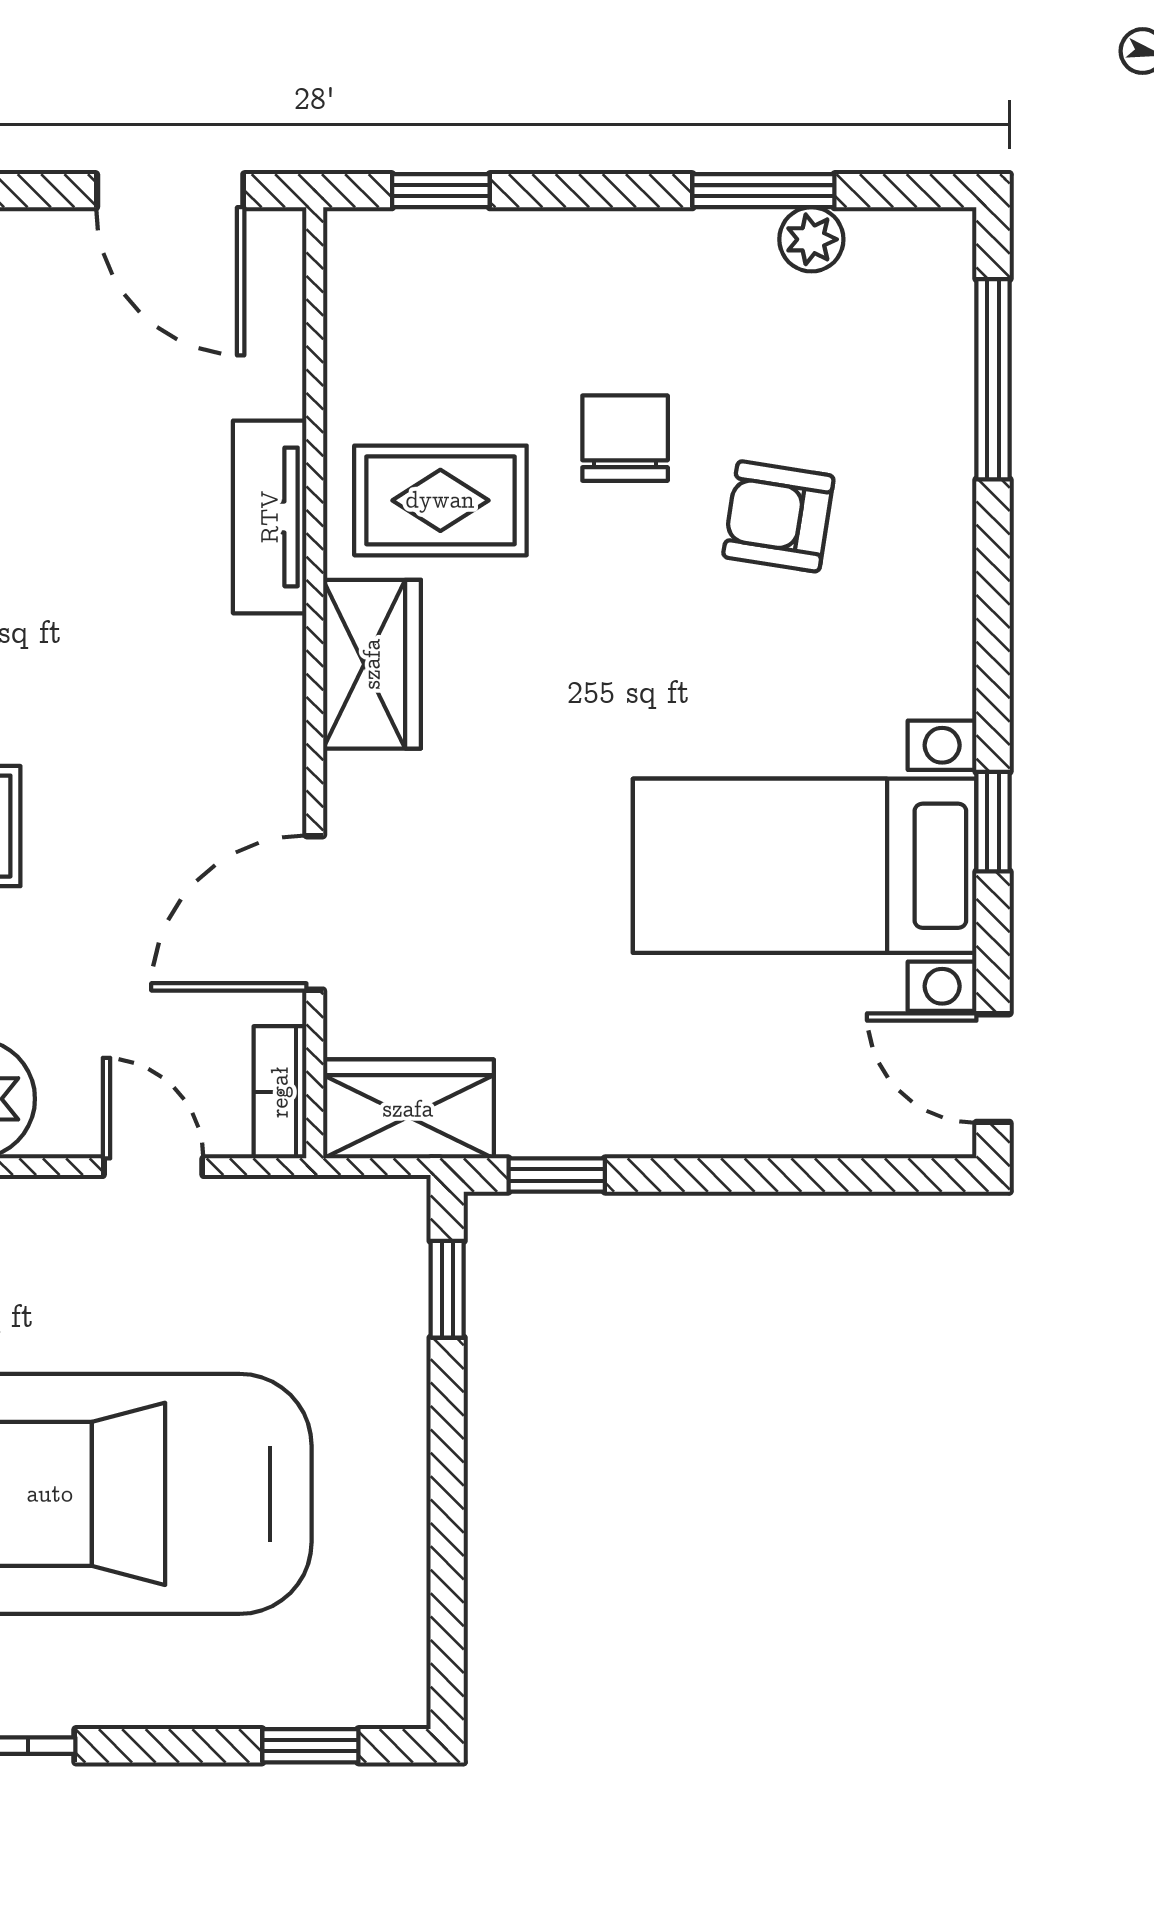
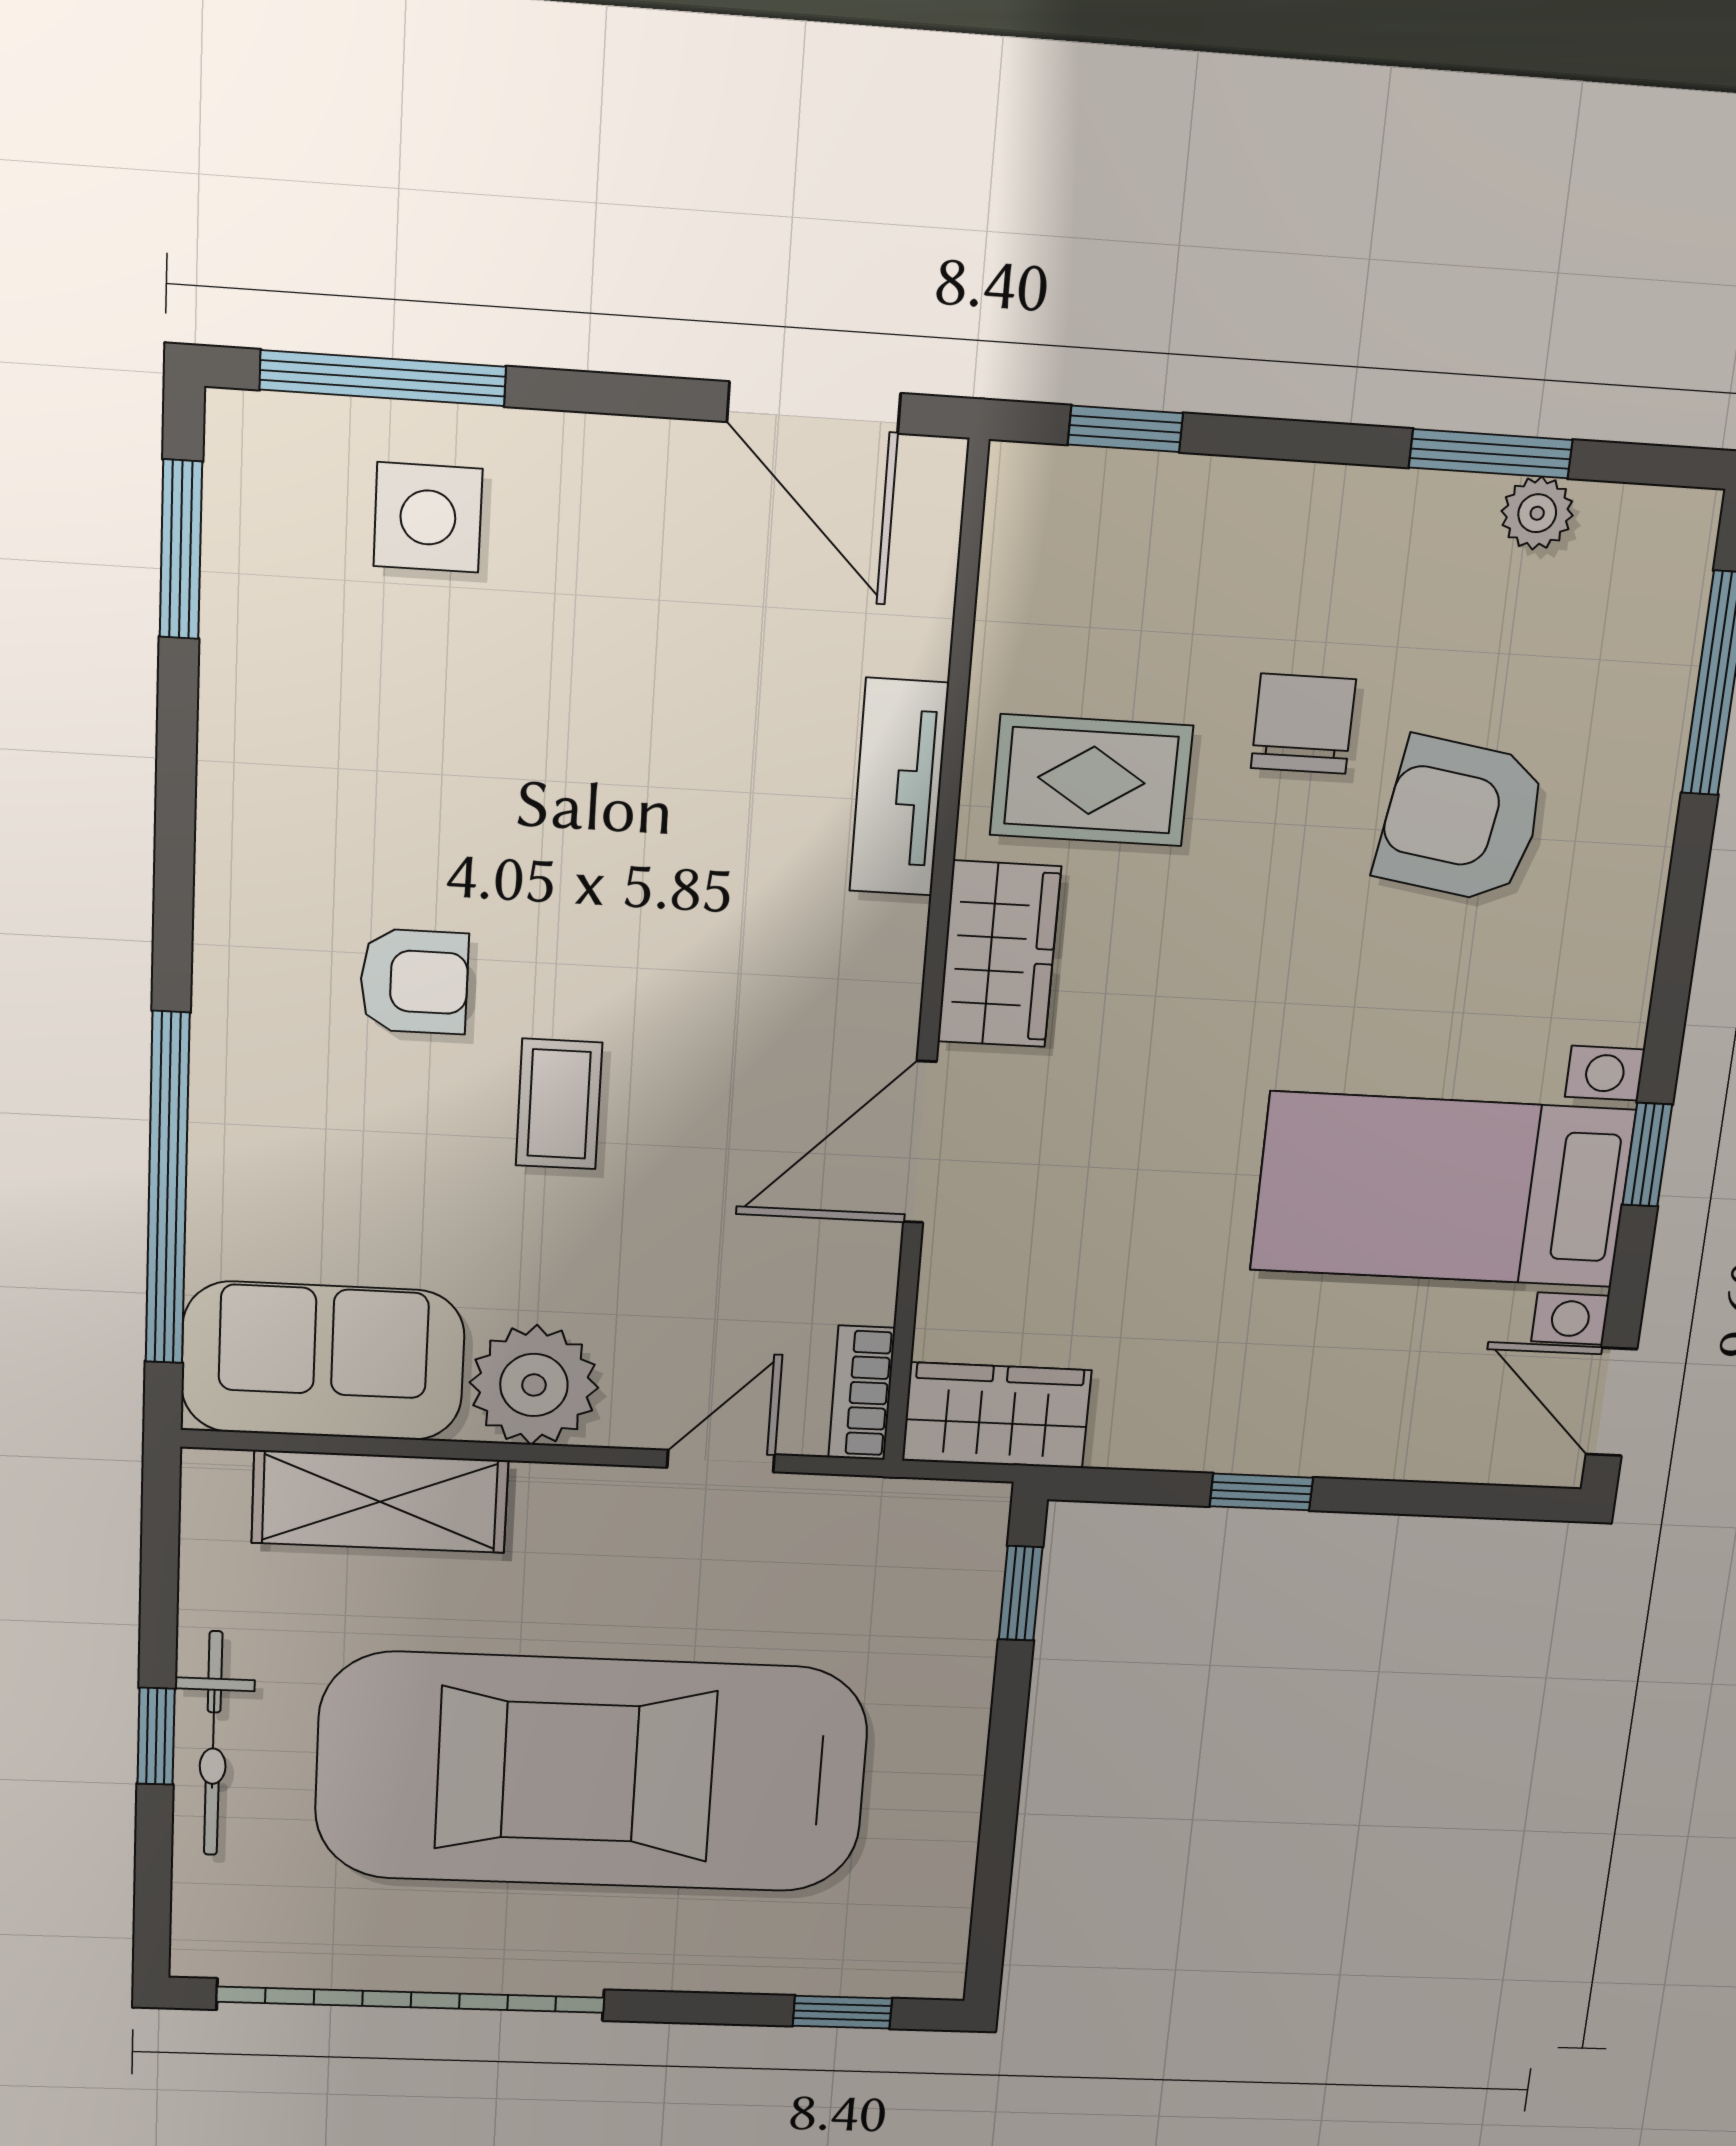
armchair: (778, 516) -> (1461, 820), width x1.38, depth x1.38
door: (315, 913) -> (920, 1142), moved
door: (153, 1167) -> (721, 1461), hinge flipped
window: (557, 1175) -> (1261, 1492), moved

